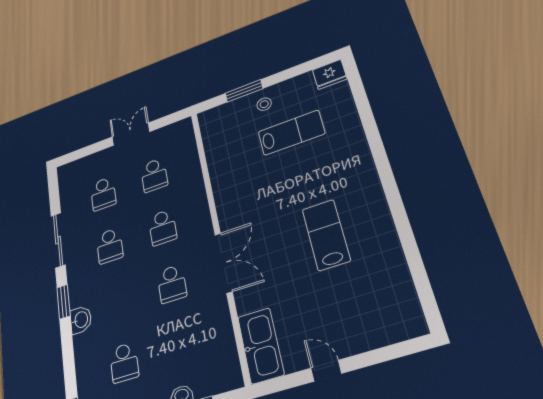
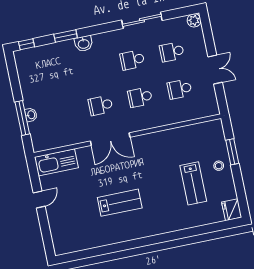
plant: (66, 172) -> (194, 20), added
window: (63, 302) -> (66, 36), moved
school desk: (124, 363) -> (53, 76), removed

